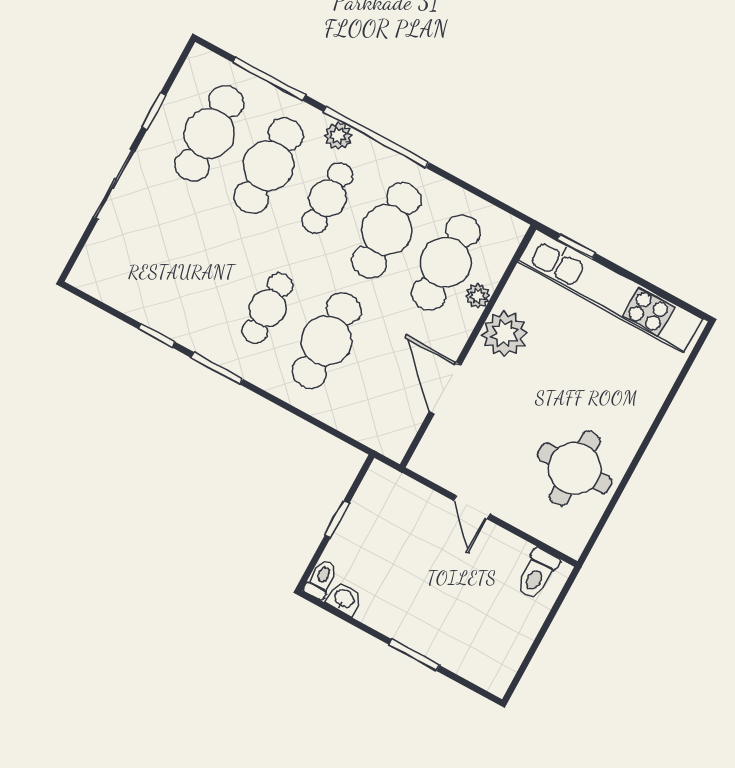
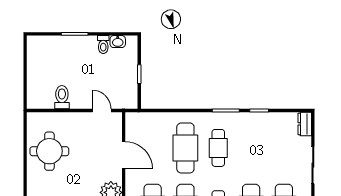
dresser: (88, 267) -> (305, 124), added
door: (472, 507) -> (102, 111), moved
toilet: (537, 574) -> (62, 97), moved
toilet: (321, 579) -> (103, 45), moved

